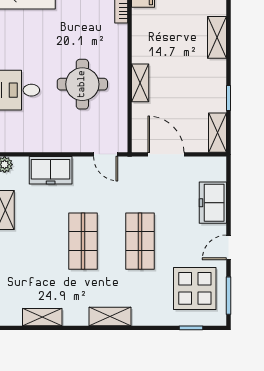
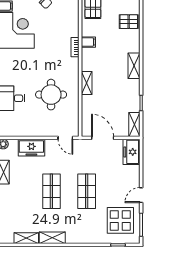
shelving: (140, 83) -> (87, 83), moved
freezer: (213, 203) -> (132, 152), moved
shelving: (110, 317) -> (52, 238), moved

